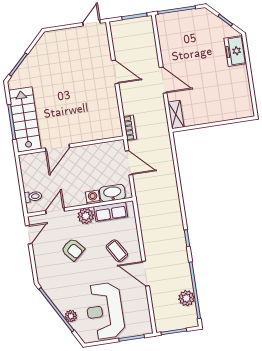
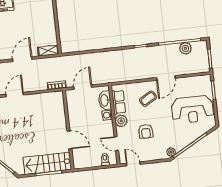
armchair: (73, 250) -> (146, 131), turned 131
plant: (71, 316) -> (171, 152), moved

